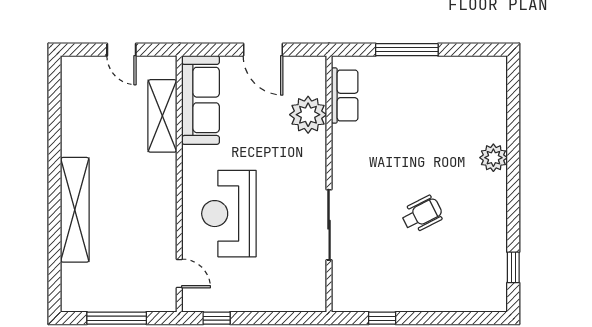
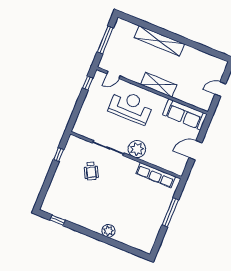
row of seats: (345, 95) -> (156, 175), width x1.48
plant: (308, 115) -> (137, 149), moved
shelving: (162, 116) -> (159, 85), moved
wheelchair: (422, 214) -> (91, 171), moved

